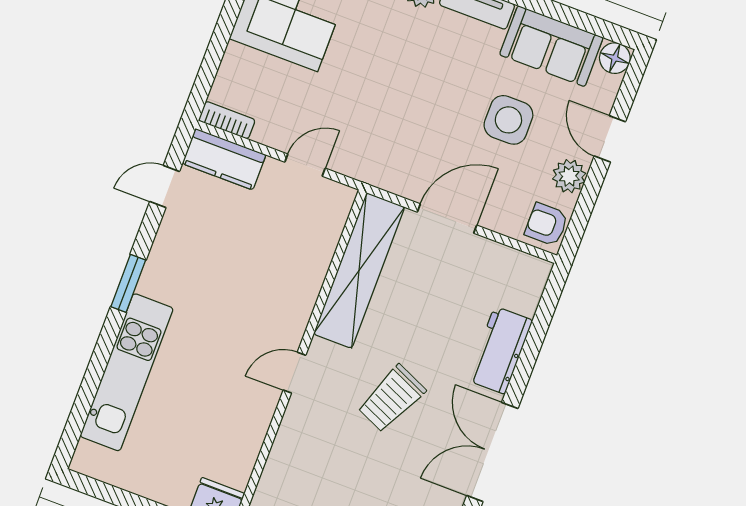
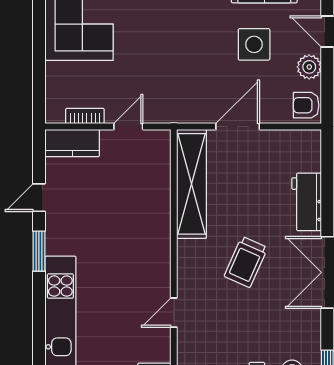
bookcase: (227, 120) -> (85, 116), moved
door: (165, 187) -> (39, 198), moved
door: (294, 373) -> (174, 313), moved

